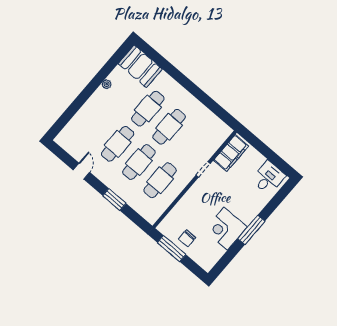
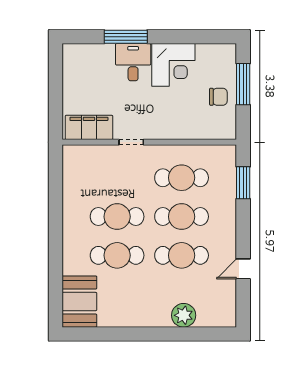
plant: (107, 84) -> (184, 315), moved, width x1.88, depth x1.88
desk: (268, 178) -> (133, 62), moved, turned 90
window: (114, 199) -> (243, 183), moved
window: (251, 230) -> (126, 37), moved
window: (172, 248) -> (243, 84), moved

